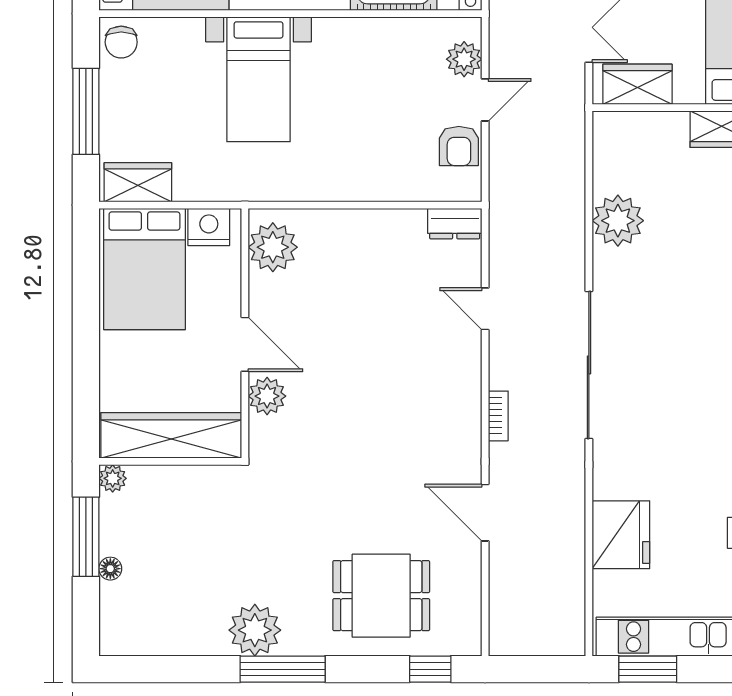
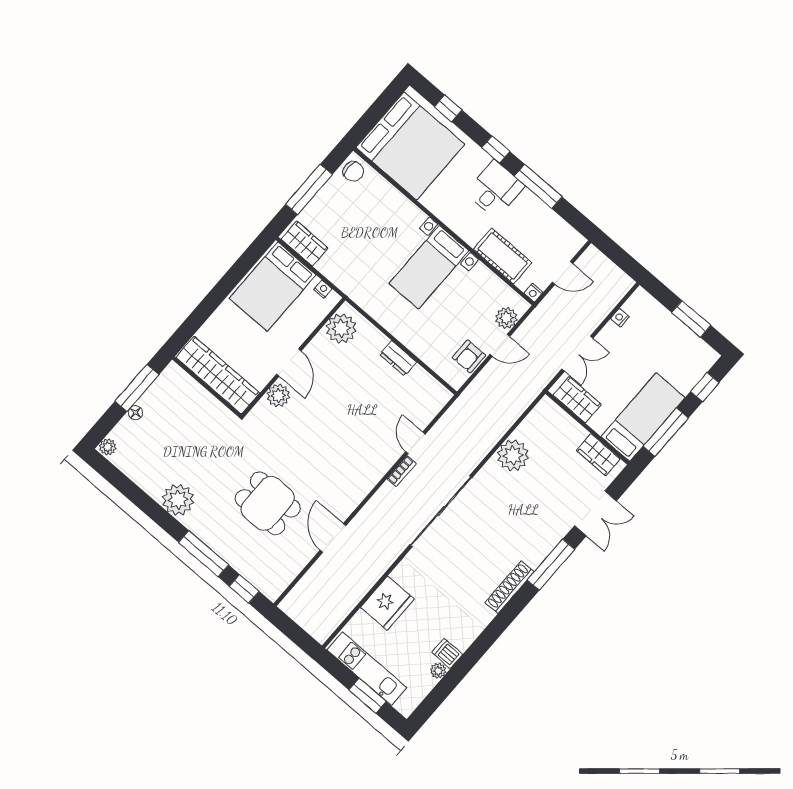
chair: (121, 42) -> (353, 171), turned -90
bed with nightstands: (258, 79) -> (429, 267), moved
dresser: (455, 224) -> (398, 358), moved
nightstand: (209, 227) -> (323, 289), width x0.53, depth x0.56
bookcase: (498, 416) -> (402, 471), moved
plant: (113, 478) -> (108, 447), moved
dining table: (381, 596) -> (268, 503), moved
window: (283, 669) -> (203, 554), moved
window: (648, 669) -> (368, 696), moved

